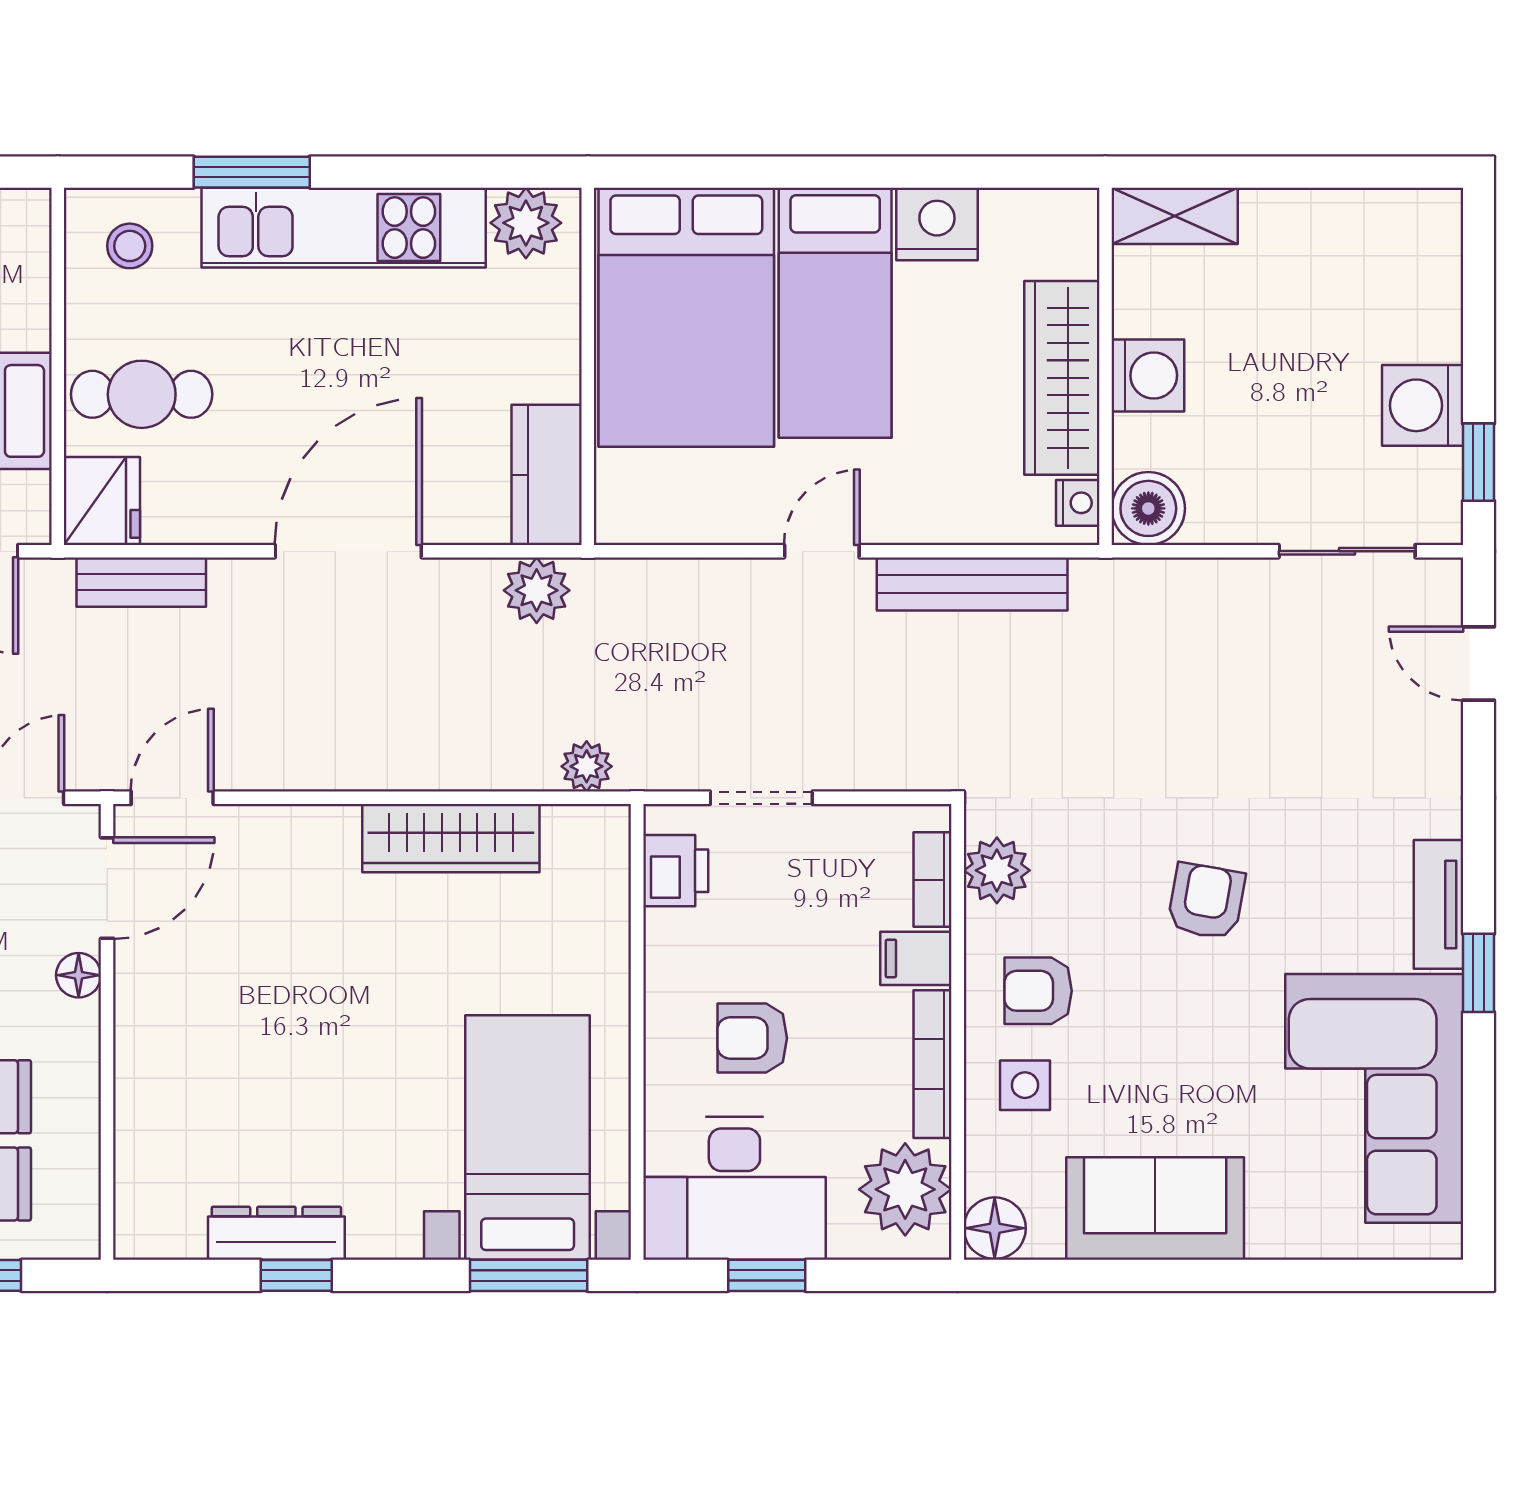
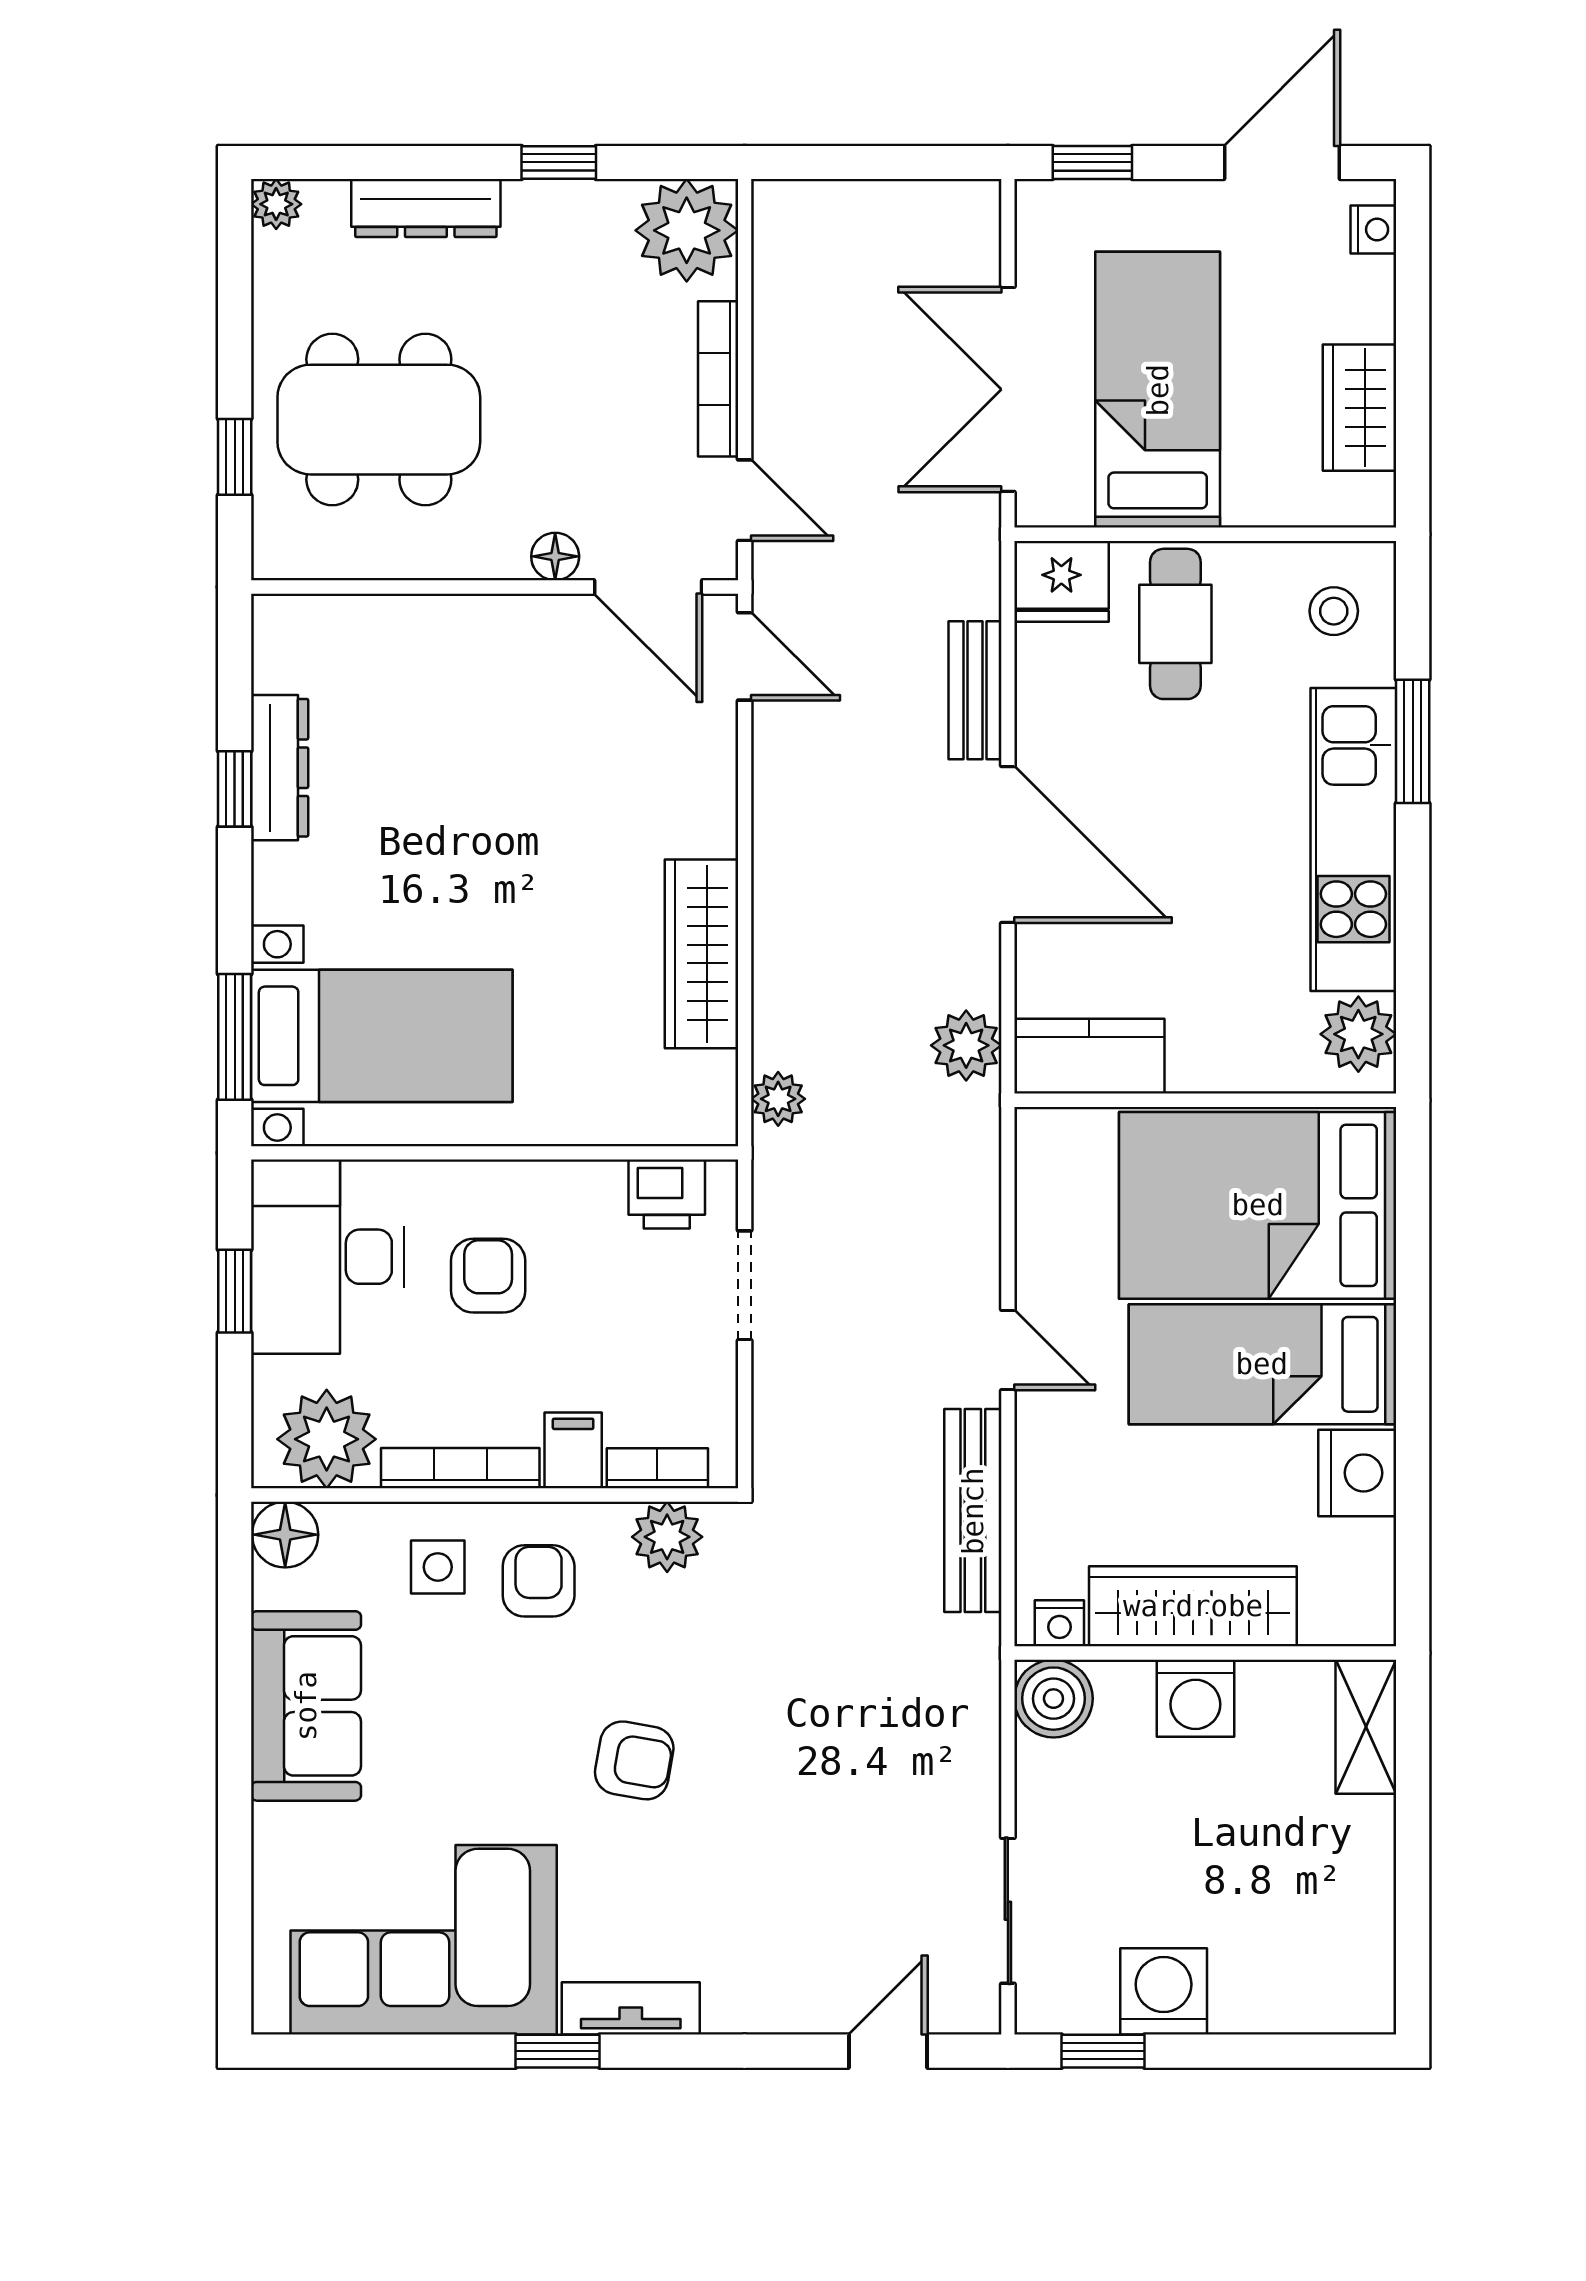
bench: (141, 582) -> (975, 690), moved

